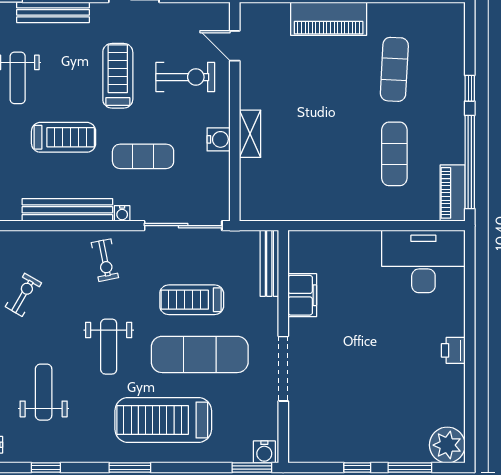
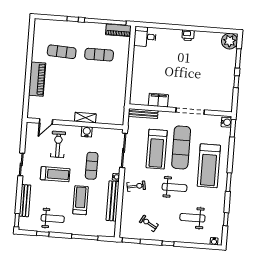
treadmill: (118, 76) -> (55, 174), turned 180
desk: (423, 261) -> (145, 37), width x0.53, depth x0.77
treadmill: (192, 300) -> (157, 149), width x1.37, depth x1.38

